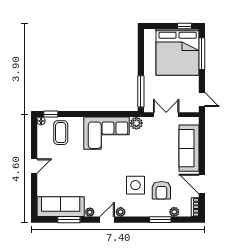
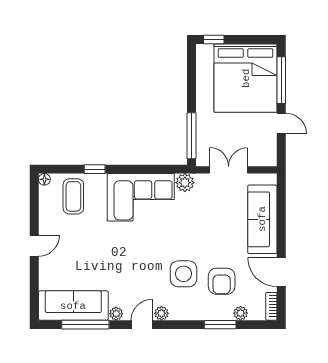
window: (184, 26) -> (214, 39), moved
door: (202, 99) -> (281, 123), moved
window: (51, 114) -> (95, 169), moved
window: (69, 220) -> (85, 325), width x1.44

